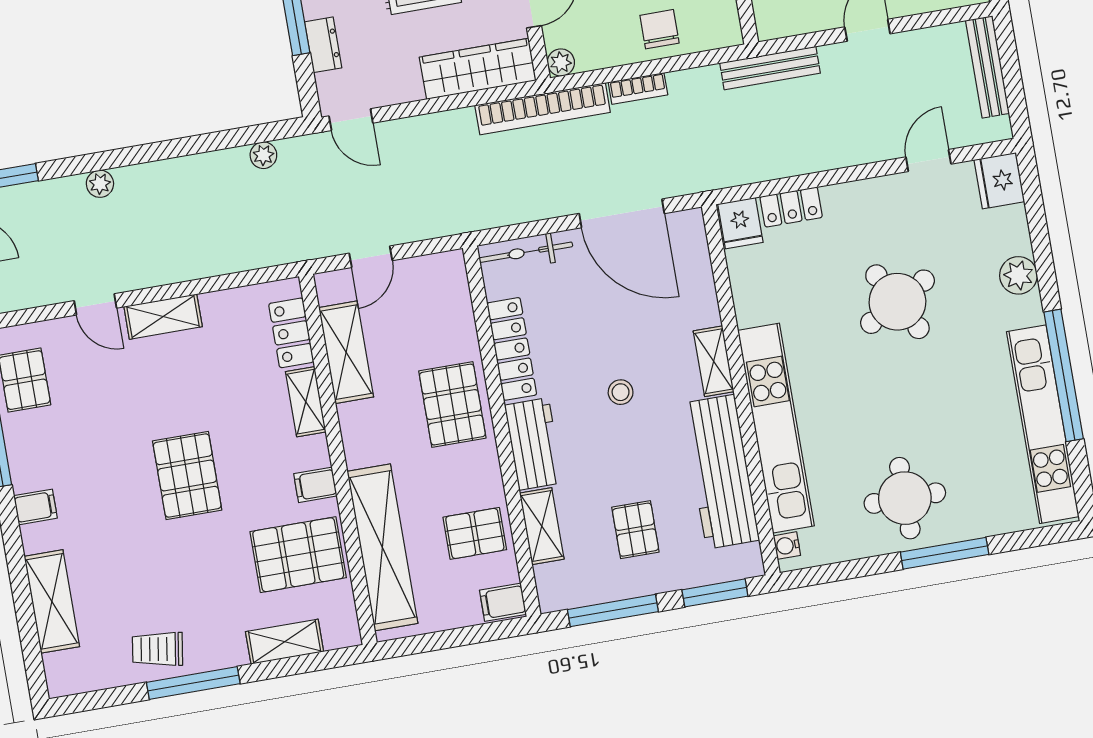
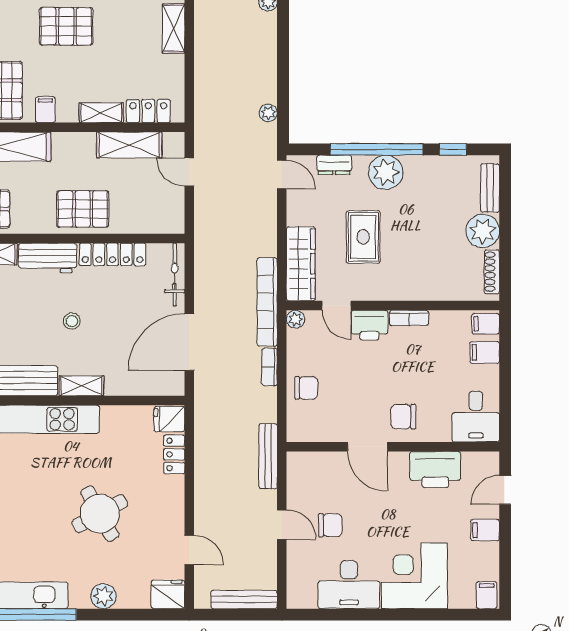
door: (351, 120) -> (282, 175), swing flipped

